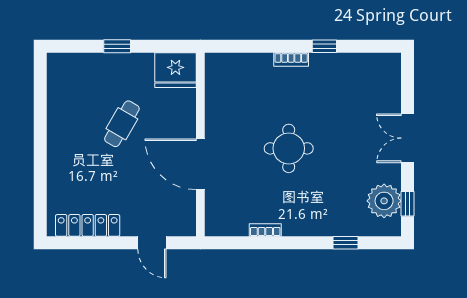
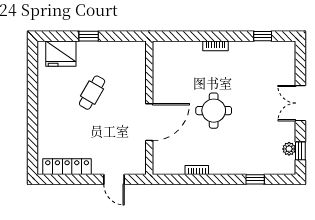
window: (324, 46) -> (263, 36), moved
fridge: (175, 70) -> (61, 54), moved
door: (200, 164) -> (149, 122), swing flipped
plant: (384, 201) -> (289, 149), width x0.53, depth x0.53

